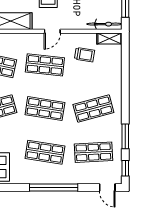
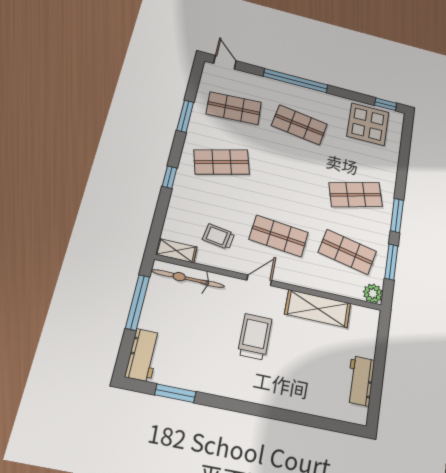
bicycle: (104, 24) -> (188, 279), width x1.37, depth x1.40
shop shelf: (45, 109) -> (289, 179), removed
window: (125, 168) -> (170, 177), moved

